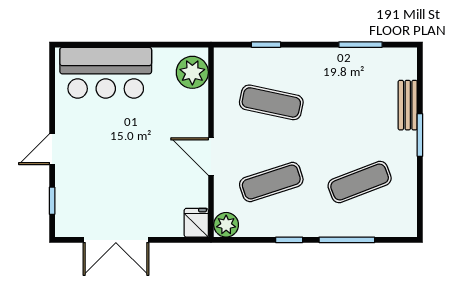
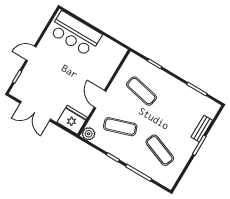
plant: (192, 72) -> (114, 57), removed
exercise mat: (360, 182) -> (160, 150), turned 42
fridge: (196, 223) -> (72, 120), width x1.88, depth x1.34

